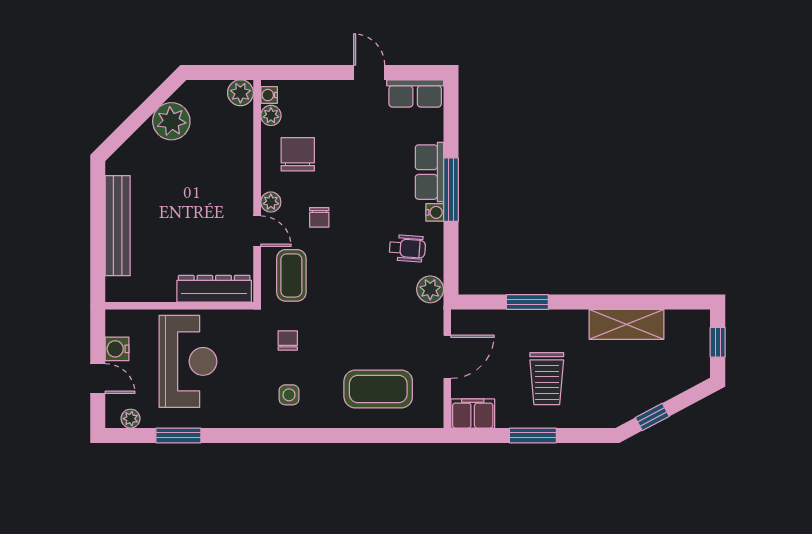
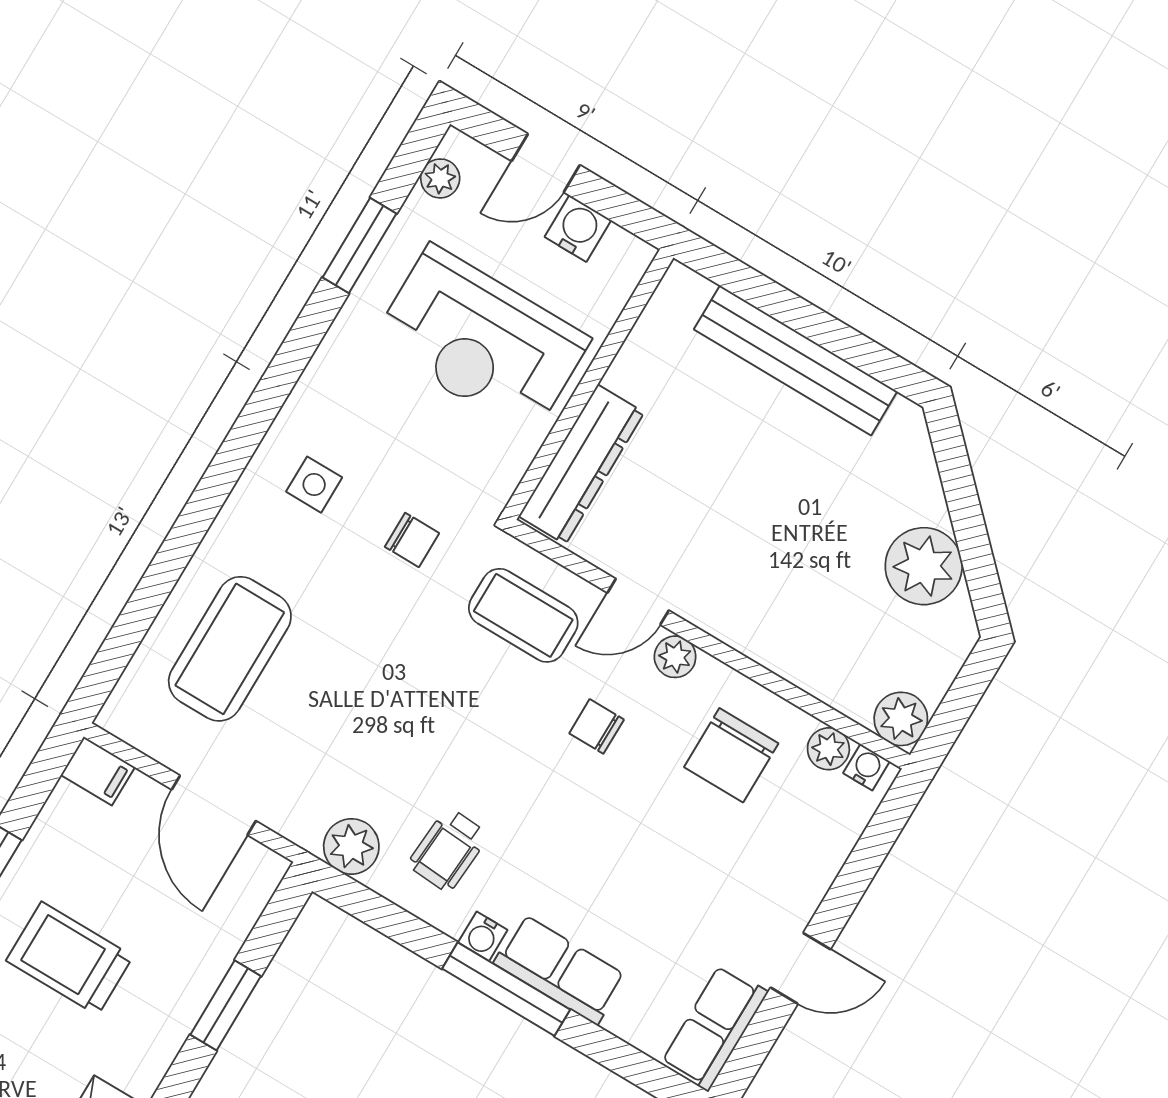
chair: (298, 154) -> (731, 755), turned 90
filing cabinet: (473, 413) -> (98, 771), width x0.50

